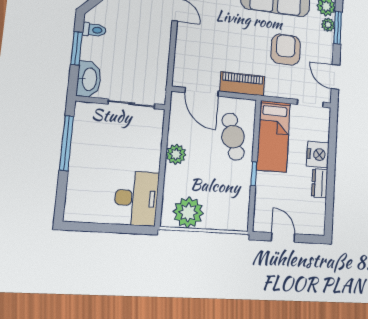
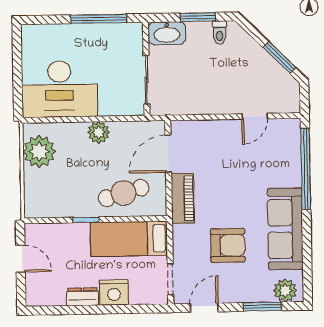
plant: (328, 25) -> (264, 294), removed
desk: (136, 198) -> (59, 89), width x1.36, depth x1.30
door: (283, 237) -> (21, 259), hinge flipped

